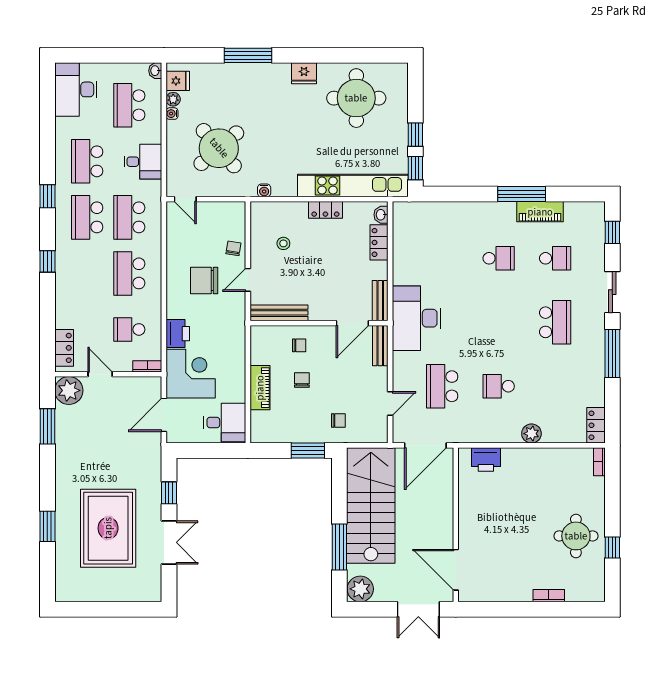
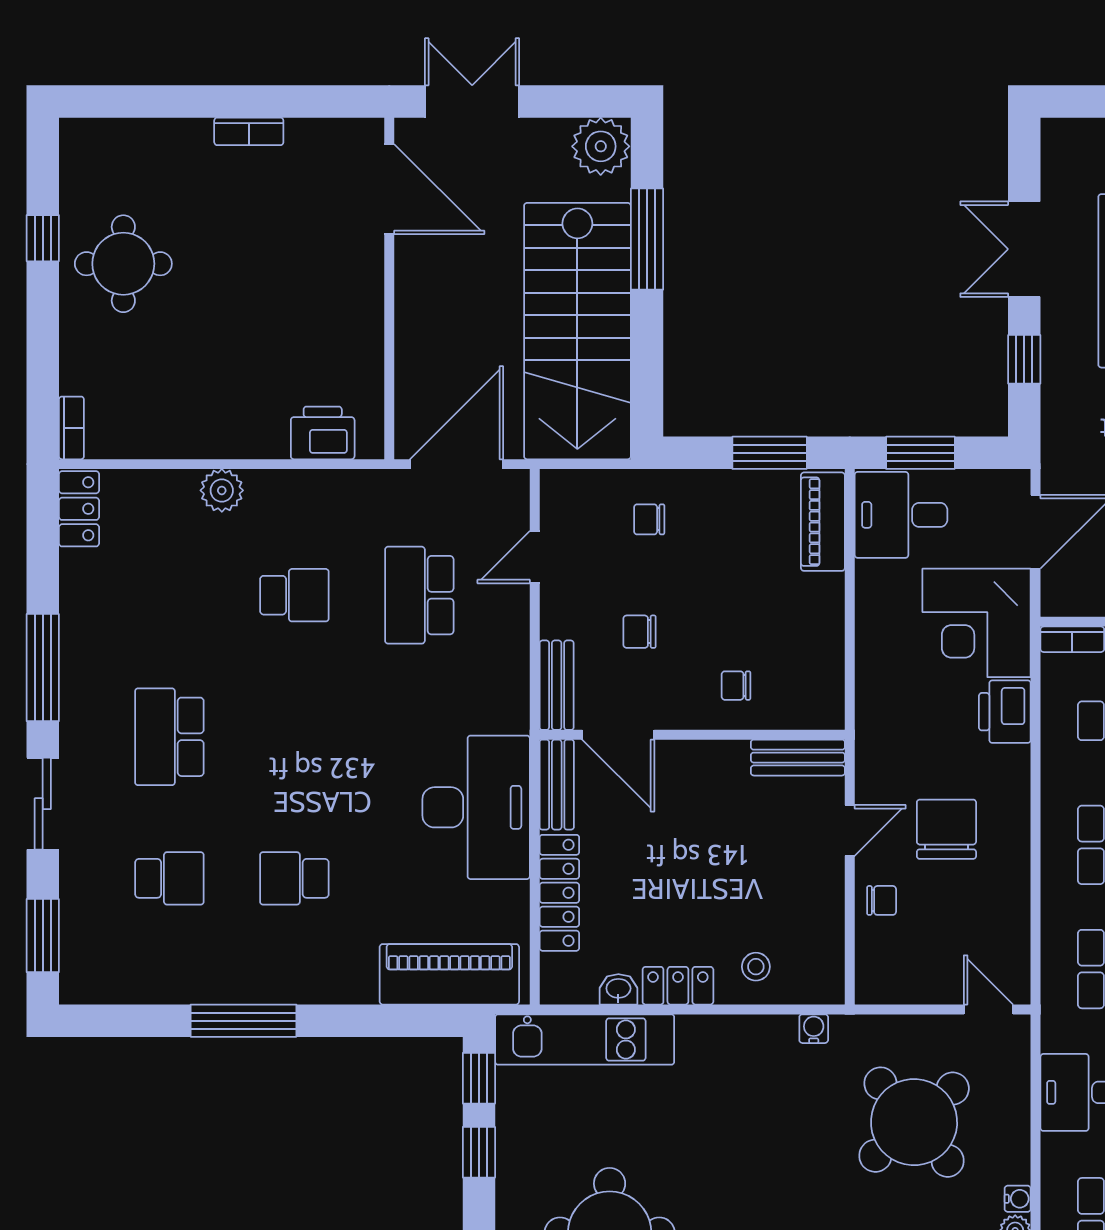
kitchen unit: (353, 186) -> (585, 1039), width x0.73
piano: (540, 212) -> (449, 974), moved, width x1.37, depth x1.33
washbasin: (381, 215) -> (618, 989), moved, turned -90
window: (612, 232) -> (43, 936), width x1.50
locker: (379, 242) -> (559, 893), width x1.53
stool: (283, 243) -> (756, 967), moved
chair: (233, 248) -> (882, 900), turned -99
school desk: (555, 258) -> (169, 878), turned 180
chair: (204, 281) -> (946, 829), turned -90
bench: (279, 313) -> (798, 758), width x0.73
desk: (417, 318) -> (476, 807), moved
door: (352, 323) -> (618, 735), swing flipped
chair: (302, 380) -> (640, 632), moved, turned 90
school desk: (442, 386) -> (419, 595), turned 180
piano: (260, 388) -> (823, 522), moved
window: (216, 451) -> (920, 453), added
window: (308, 451) -> (770, 453), moved
bookcase: (549, 596) -> (249, 131), moved

